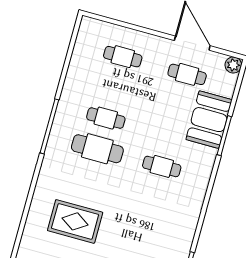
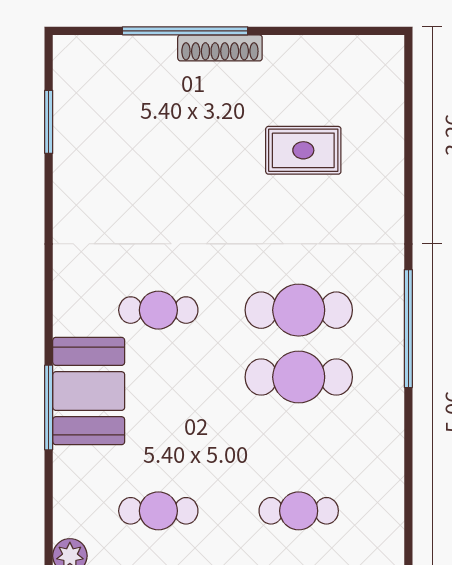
cafe table: (106, 118) -> (299, 377), width x1.37, depth x1.35
booth: (209, 120) -> (89, 391), moved
rug: (75, 221) -> (303, 150), width x0.73, depth x0.70

